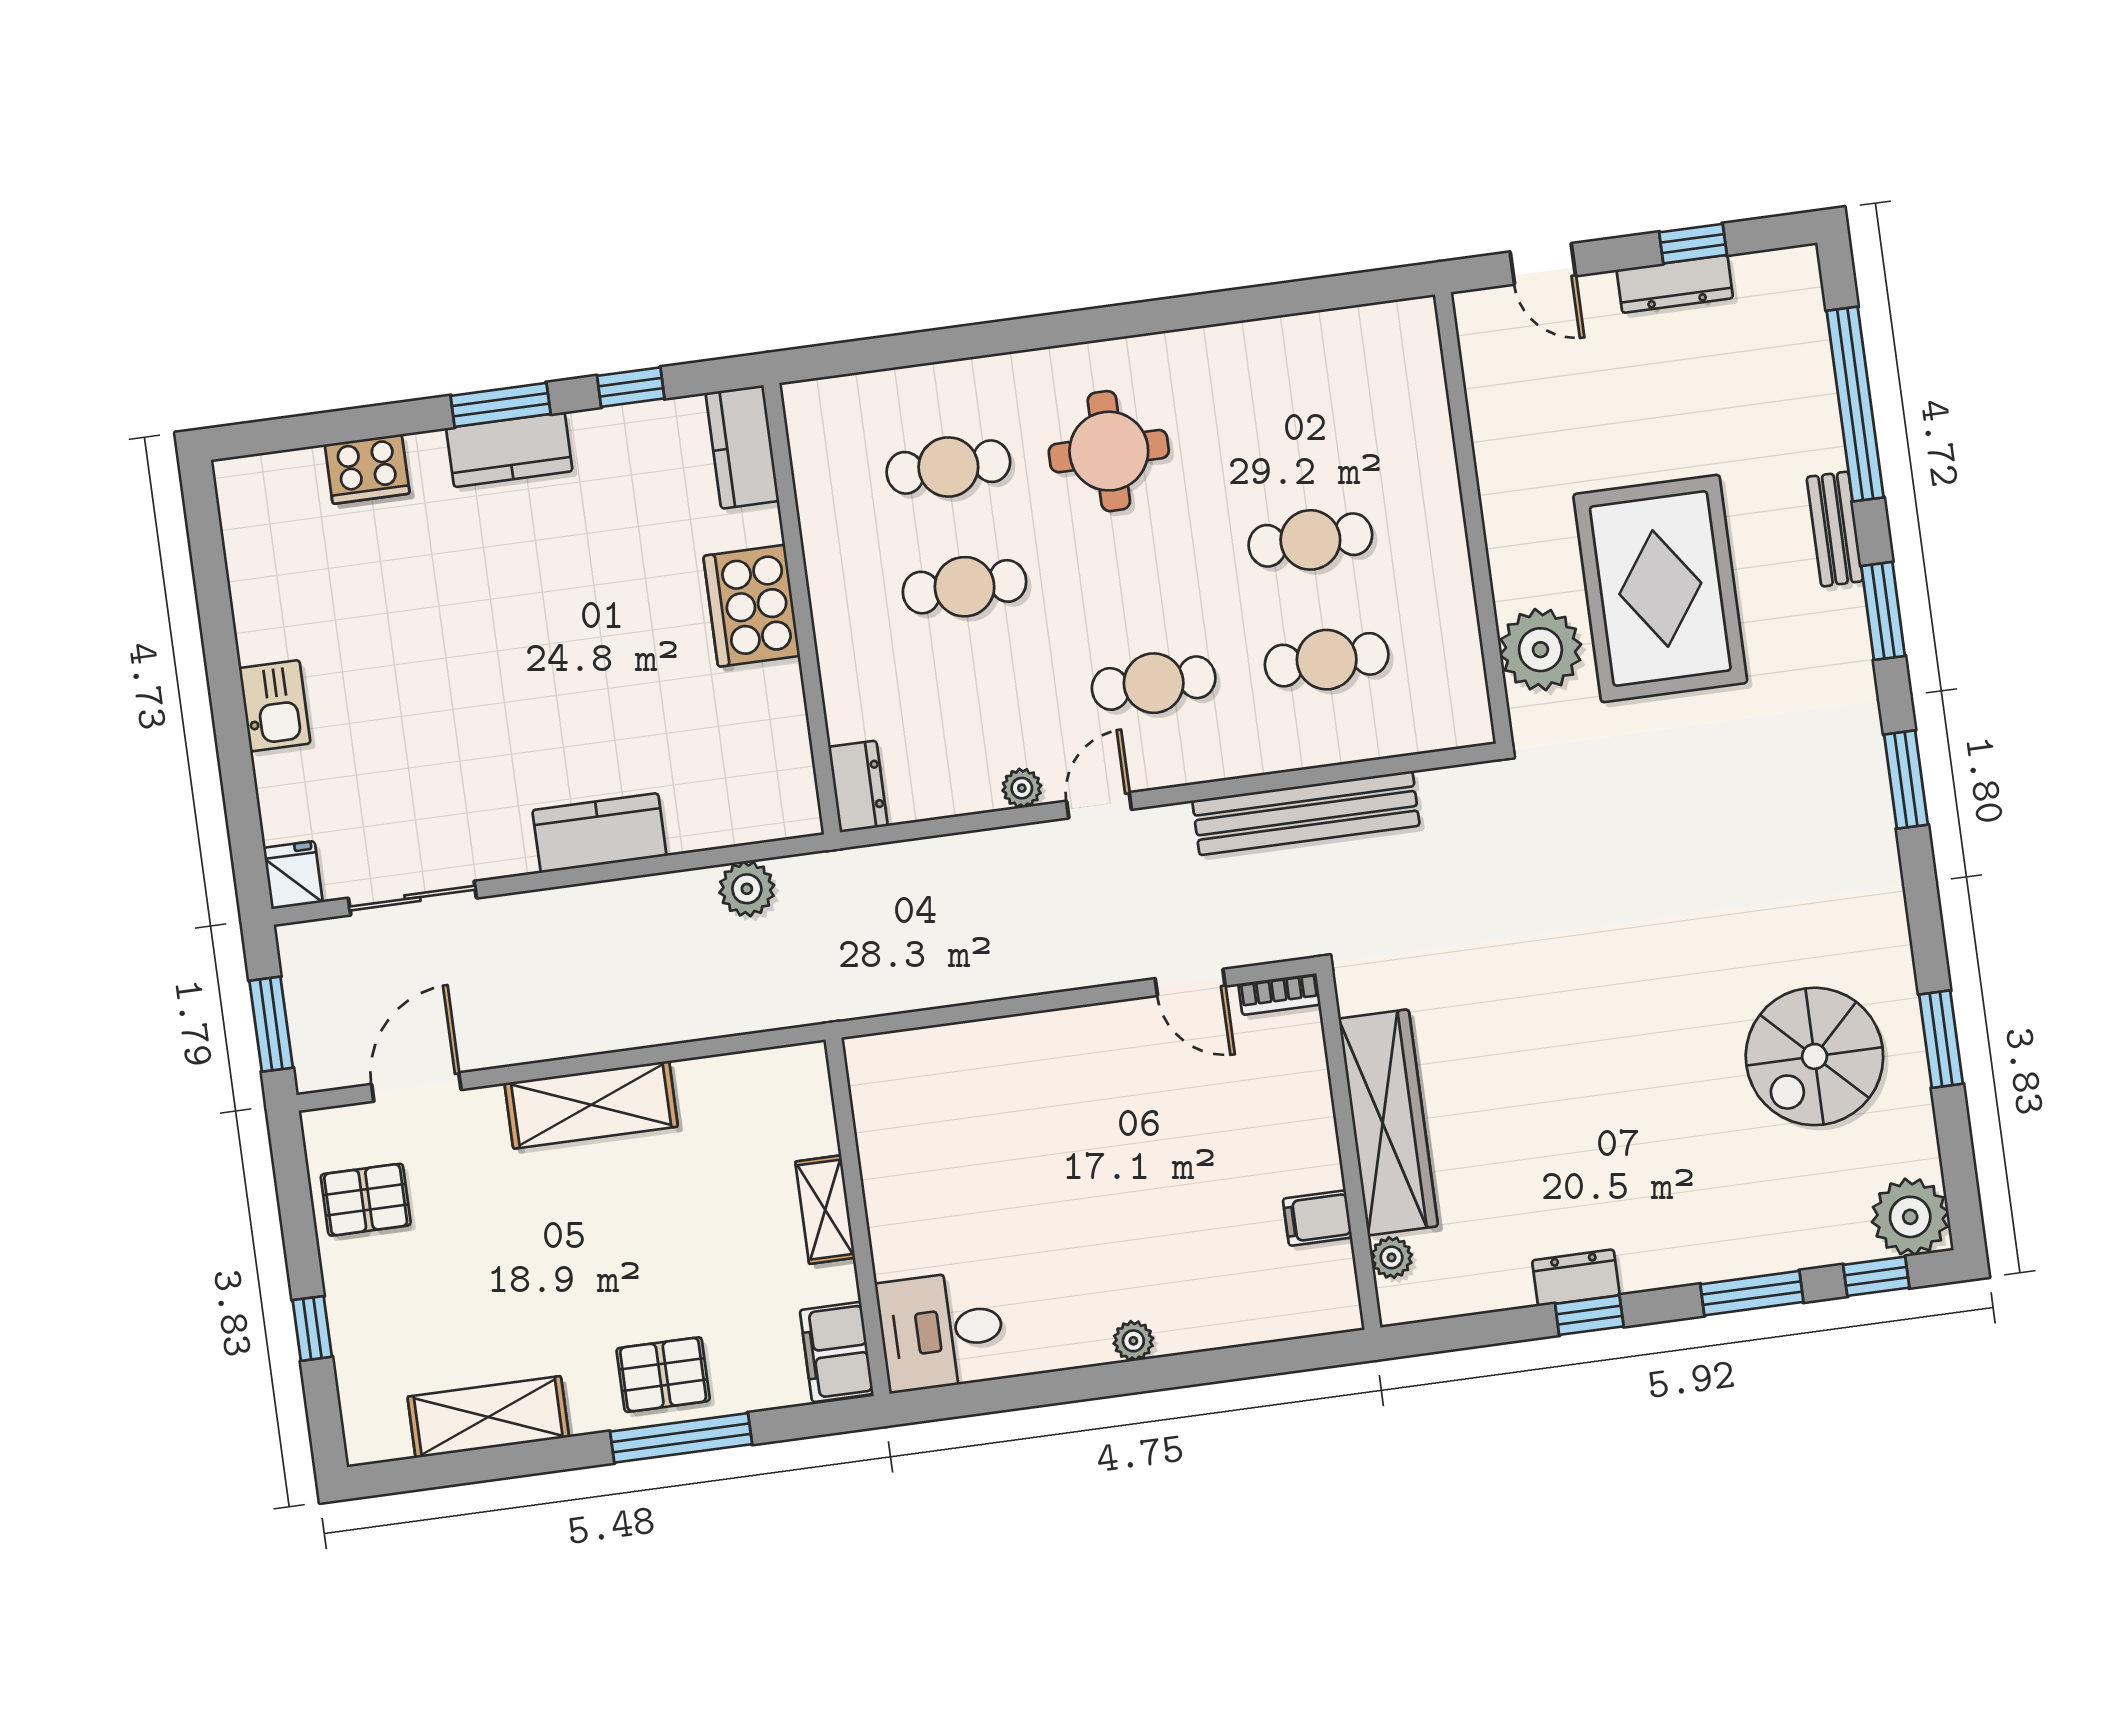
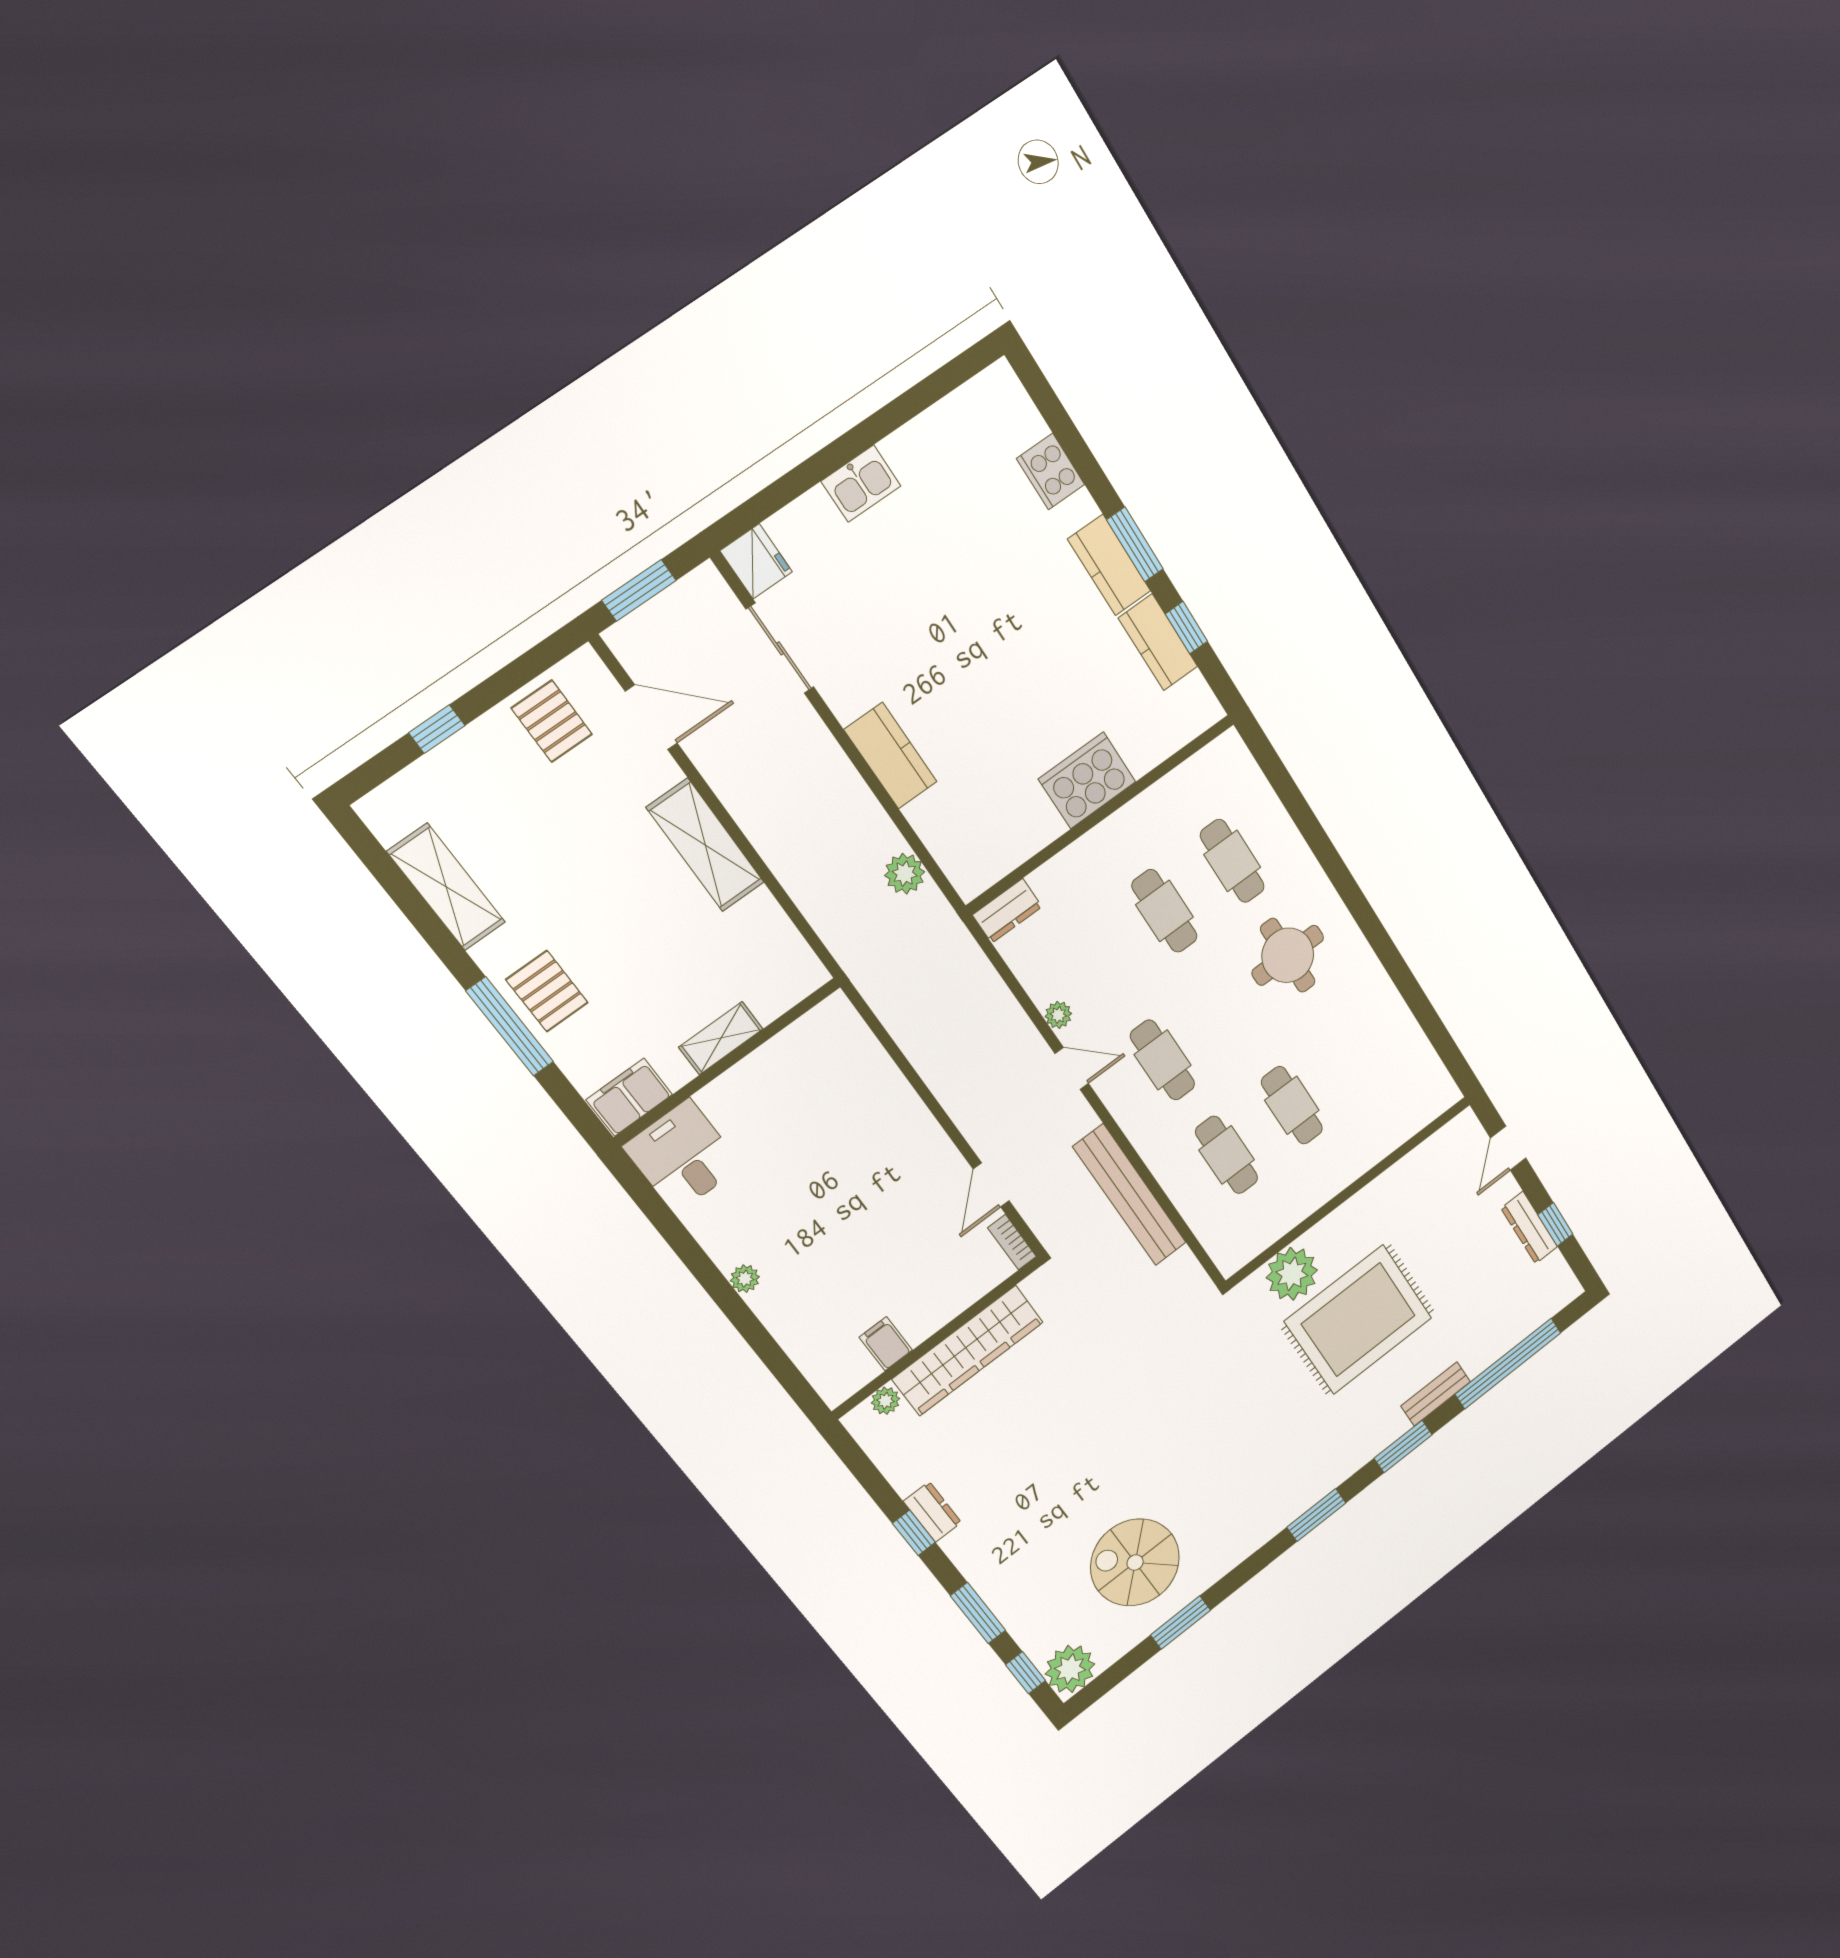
kitchen counter: (742, 447) -> (1158, 642), moved, turned -90
fridge: (293, 875) -> (756, 561), width x1.38

